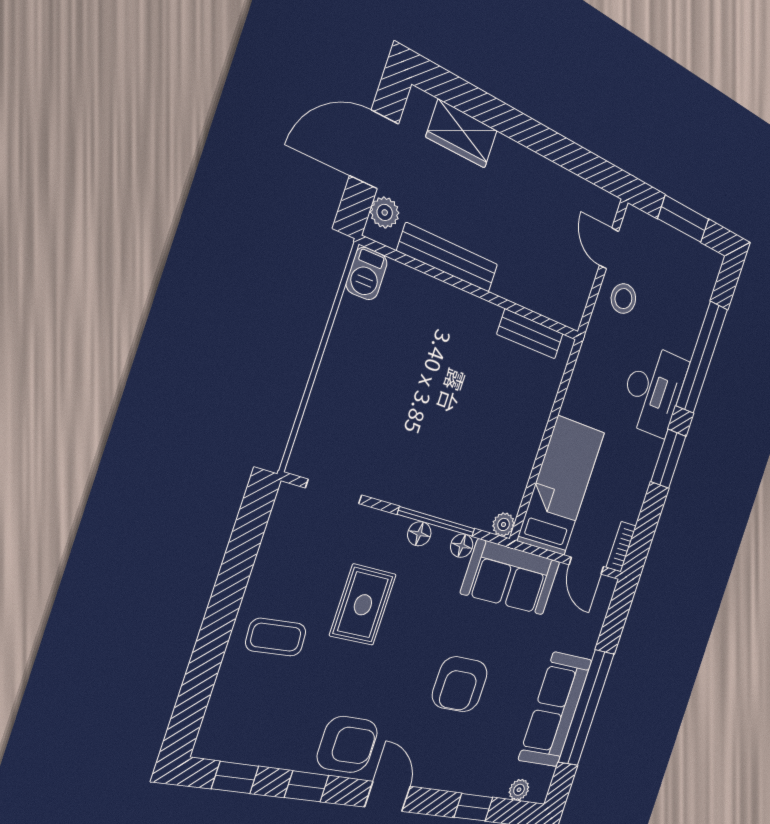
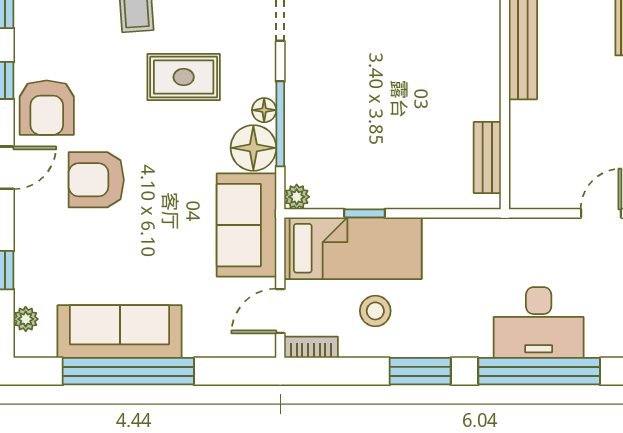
stool: (623, 299) -> (375, 311), moved
desk: (653, 390) -> (539, 323), moved
window: (537, 466) -> (365, 213), added
floor lamp: (462, 546) -> (253, 148), width x1.89, depth x1.89
armchair: (460, 684) -> (96, 180), moved

